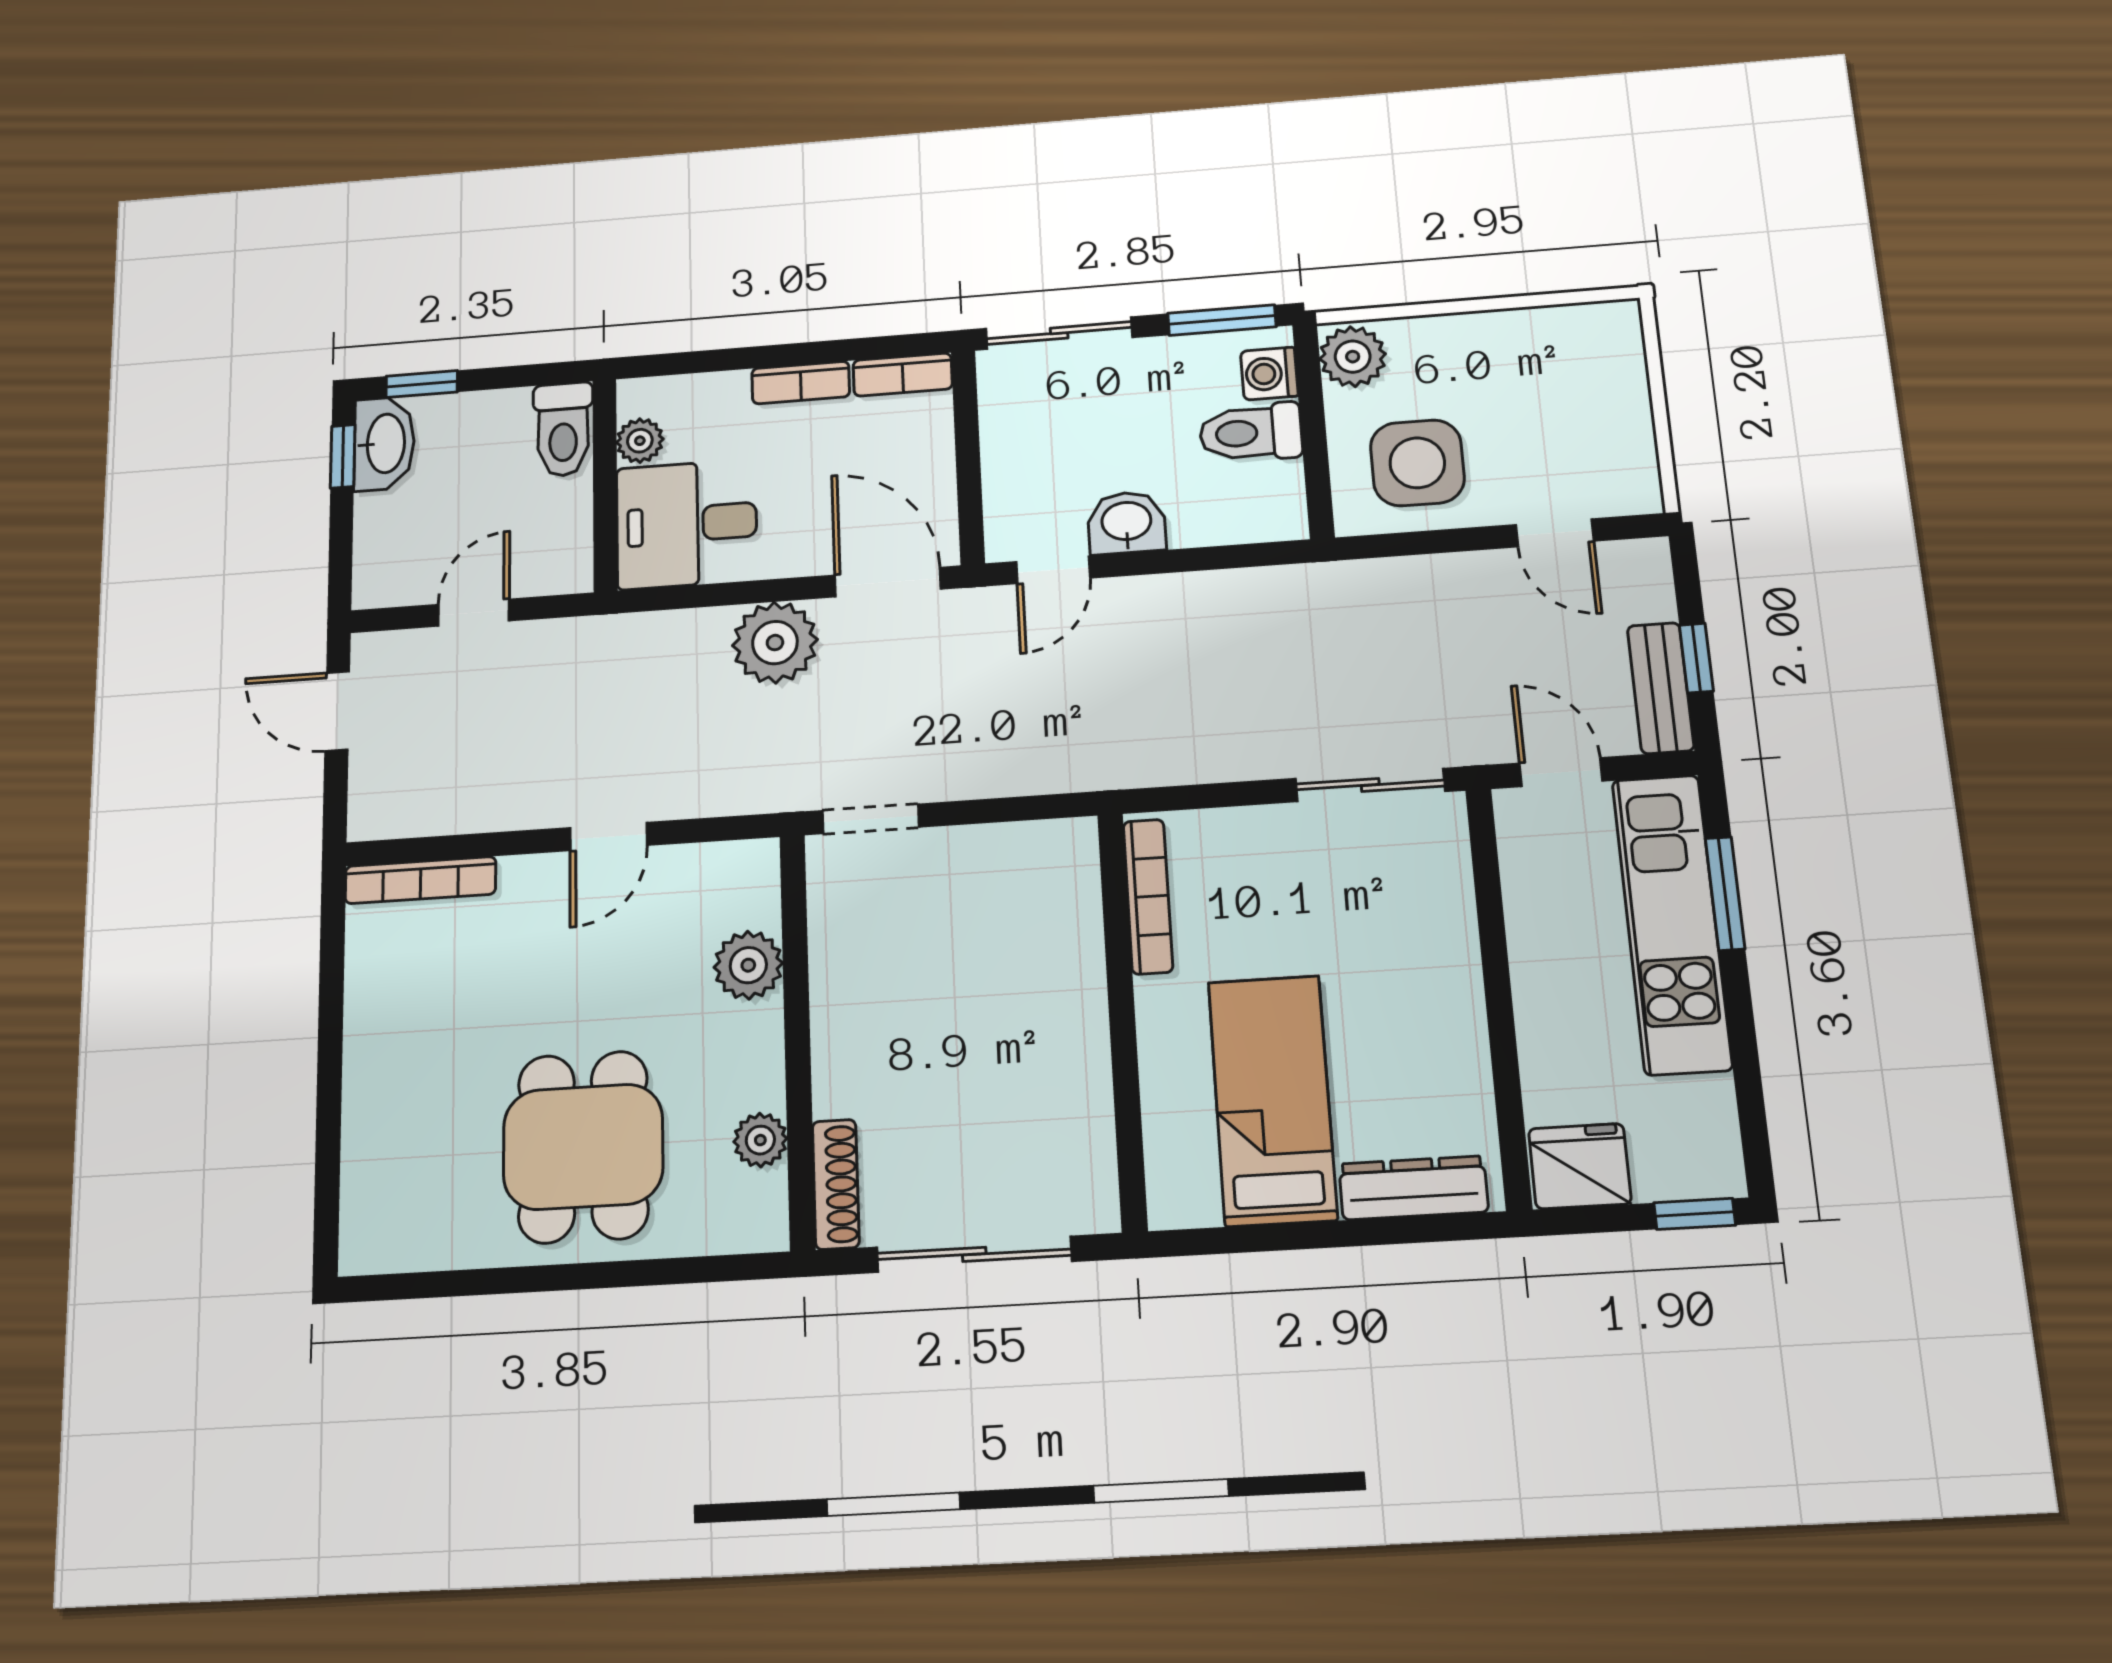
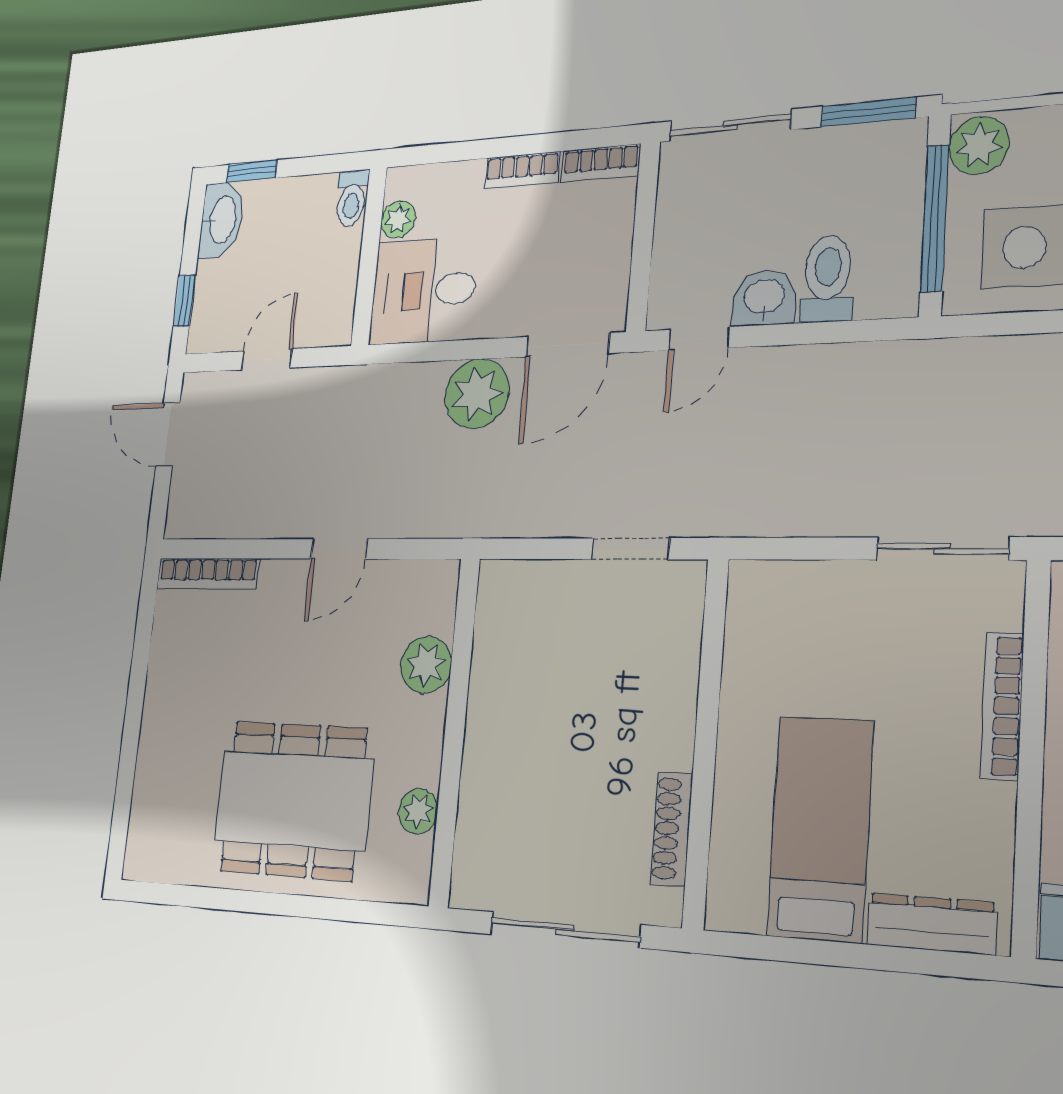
washing machine: (1269, 374) -> (903, 162), removed
toilet: (563, 429) -> (352, 198), width x0.73, depth x0.72
toilet: (1251, 433) -> (827, 279), moved, turned 90
window: (1314, 434) -> (935, 218), added
window: (343, 456) -> (184, 301), moved
door: (888, 582) -> (568, 345), swing flipped
doorway: (871, 819) -> (630, 549), moved
bookcase: (1148, 896) -> (1002, 706), moved, turned 180
dining table: (583, 1147) -> (293, 800), width x1.37
shoe rack: (836, 1184) -> (671, 829), moved, turned 180

